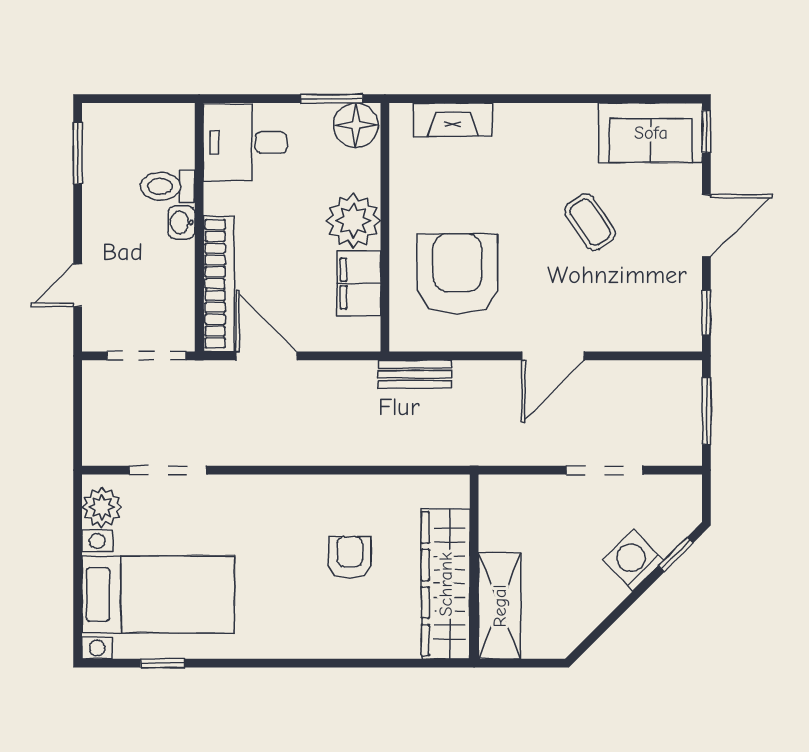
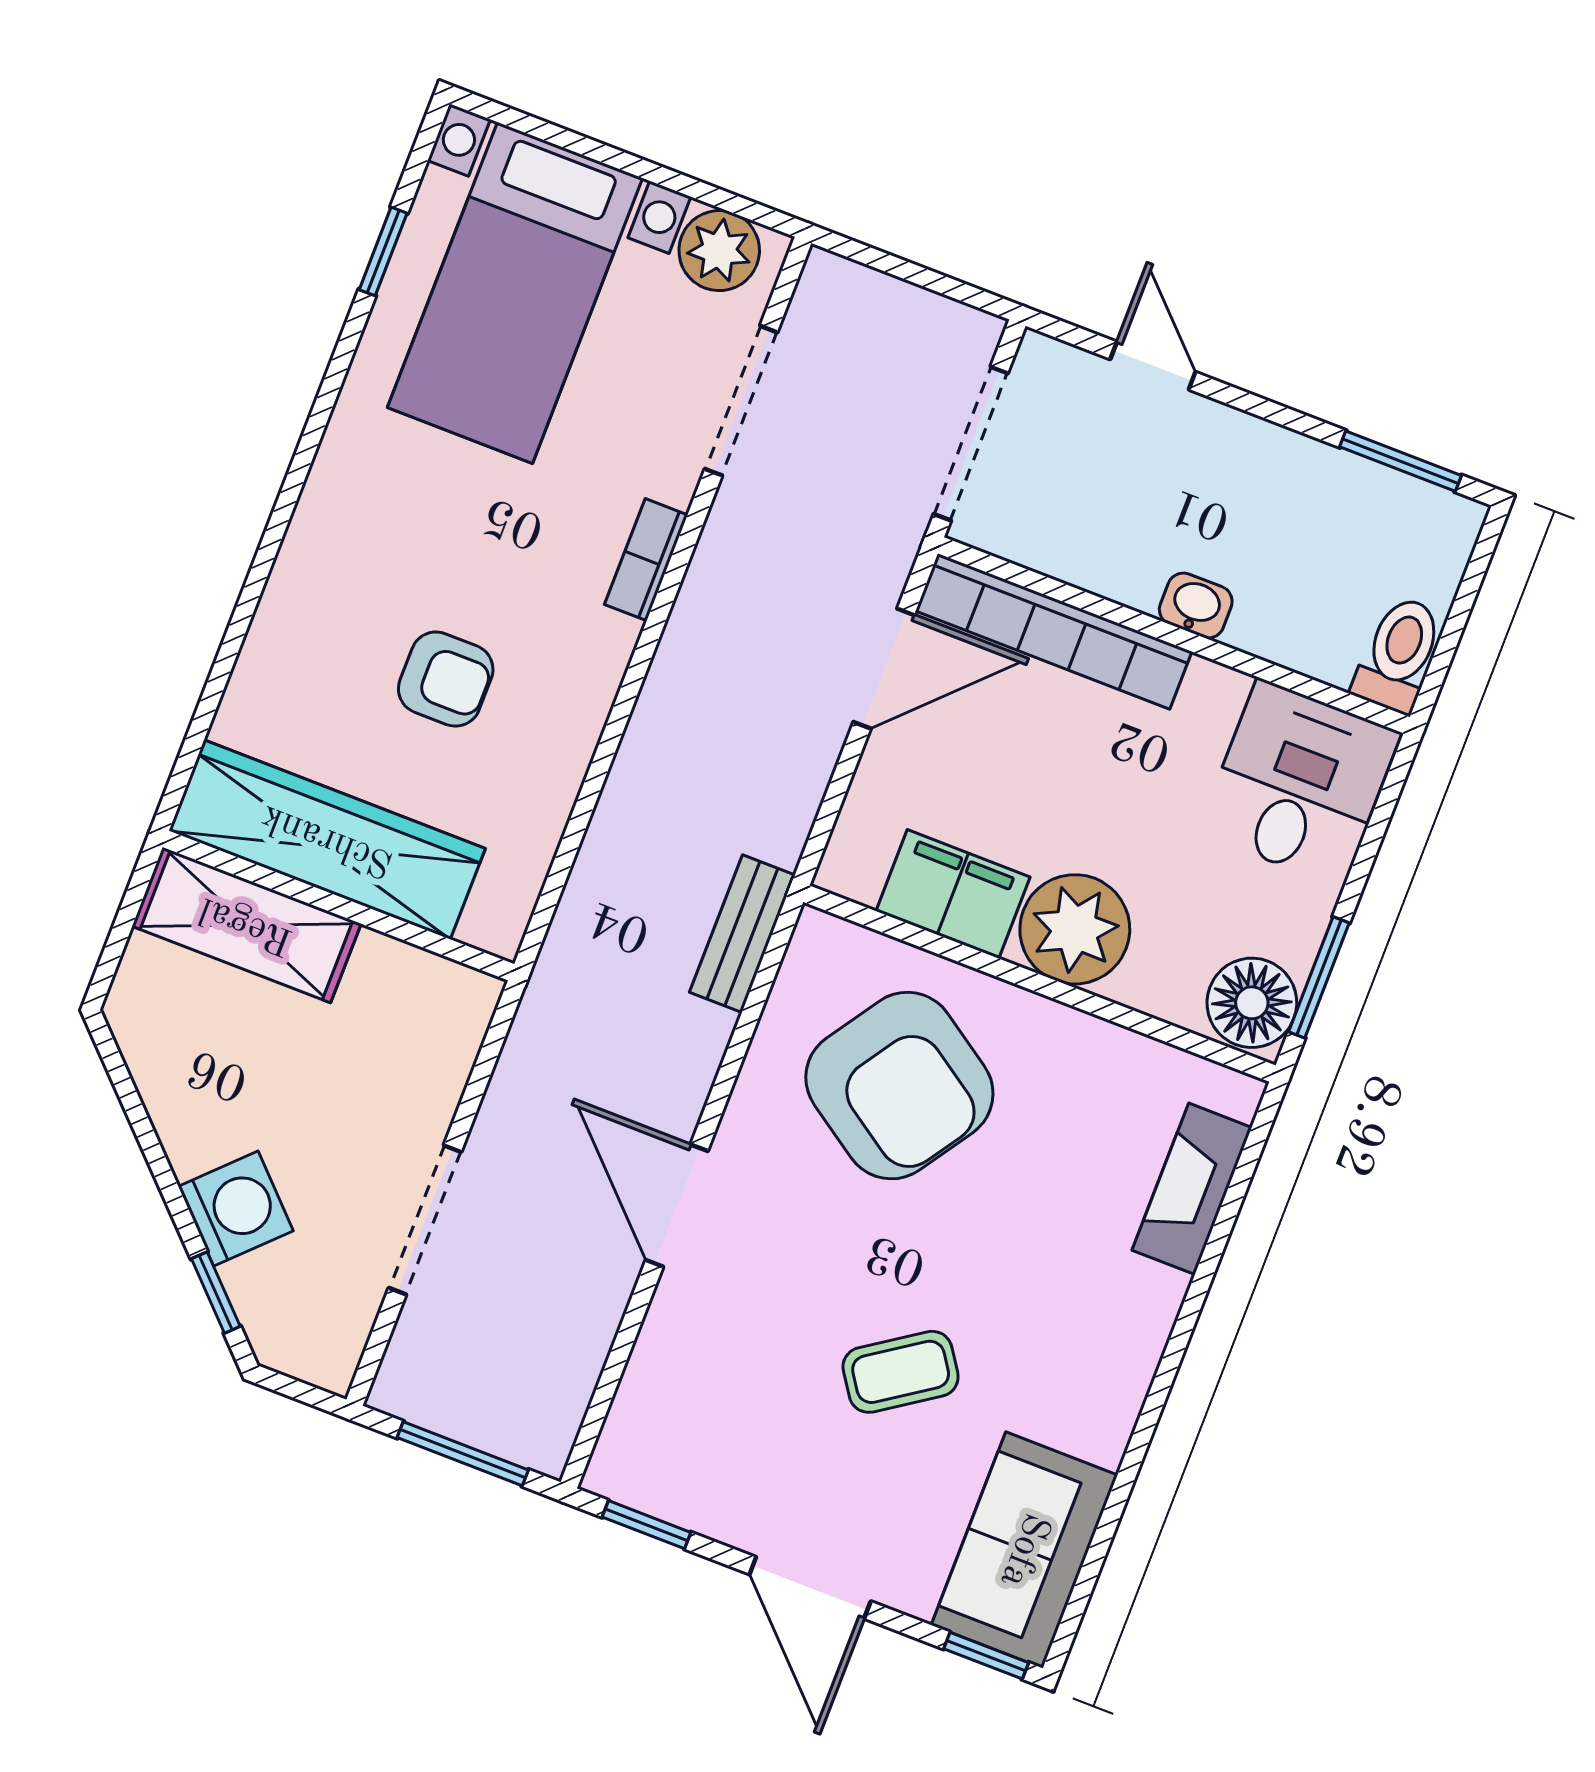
toilet: (168, 186) -> (1399, 654), moved
armchair: (457, 274) -> (899, 1086), turned 34
bookcase: (258, 486) -> (646, 560), added

